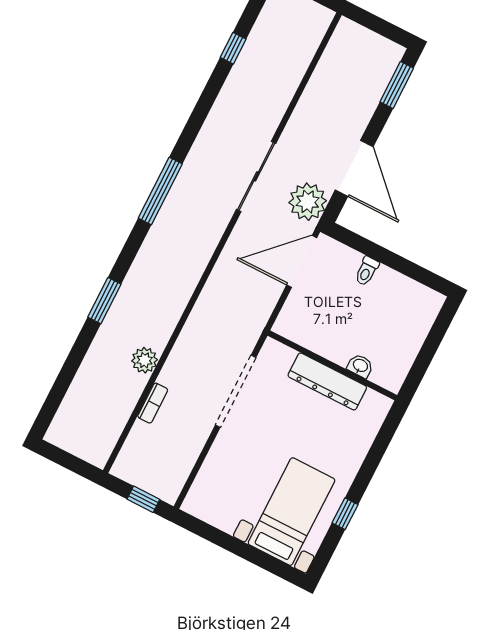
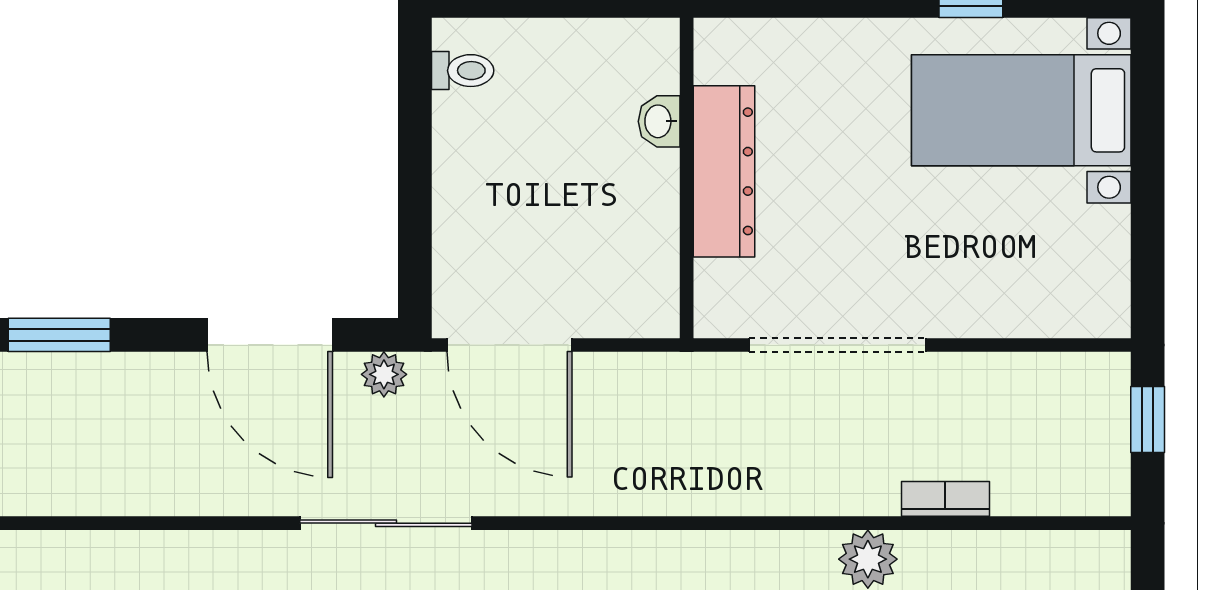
door: (354, 168) -> (270, 335), swing flipped
plant: (308, 202) -> (384, 374), width x0.53, depth x0.53
toilet: (367, 271) -> (463, 71), moved

